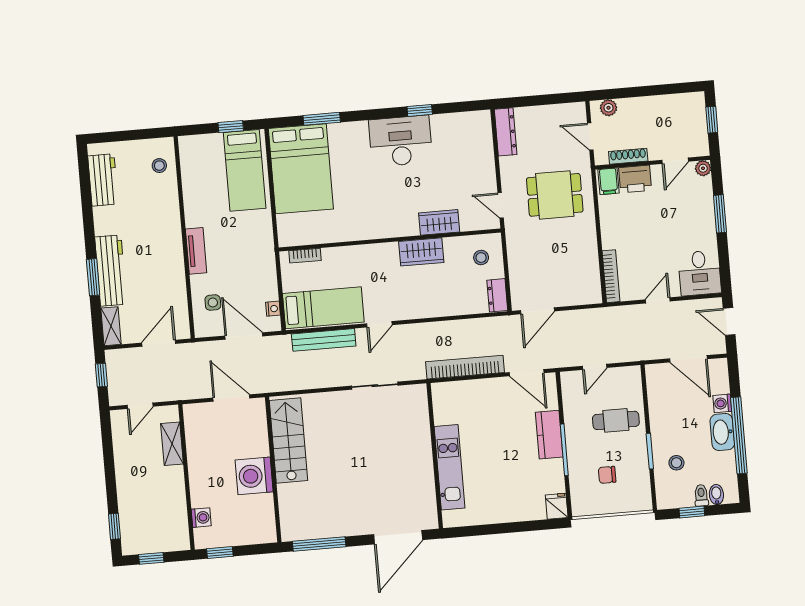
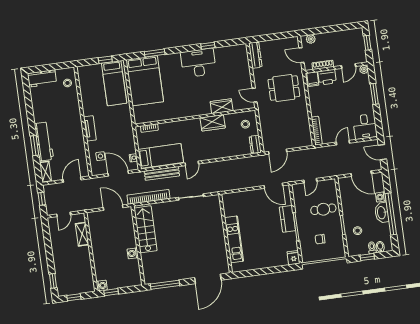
workbench: (103, 180) -> (42, 78), moved, turned 90
bookcase: (465, 367) -> (148, 197), moved
washing machine: (254, 476) -> (133, 253), width x0.53, depth x0.53
washing machine: (201, 518) -> (102, 286), moved

